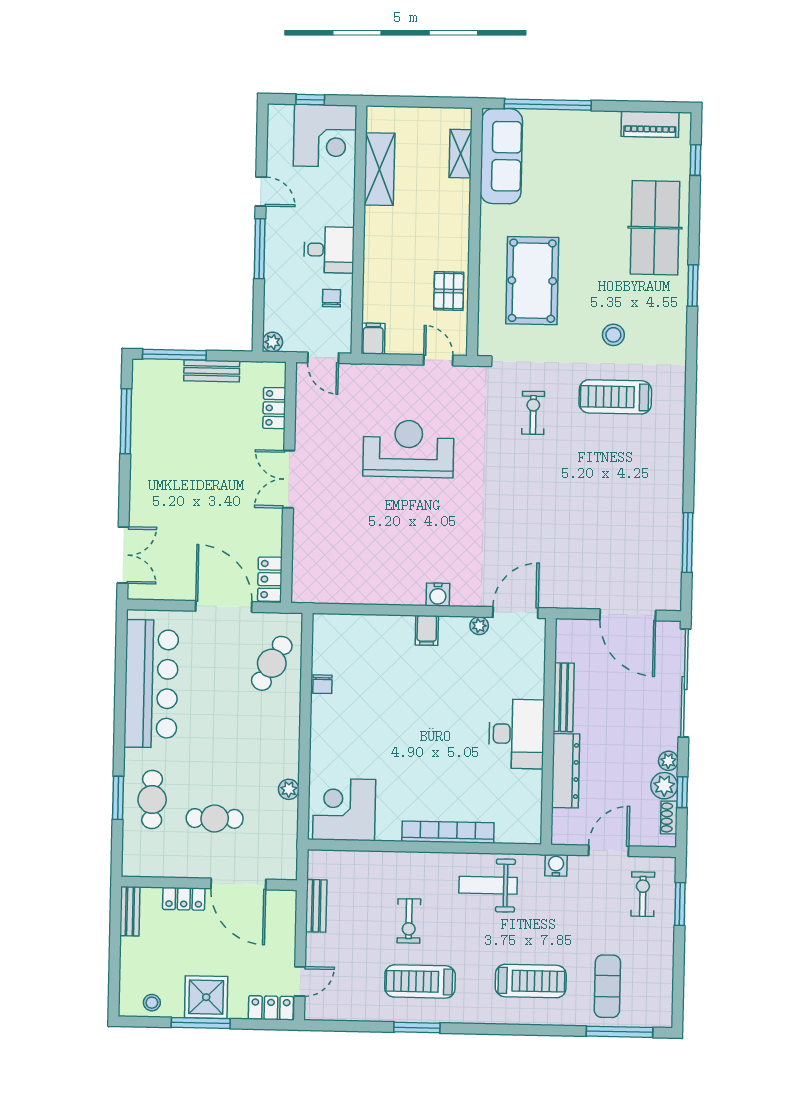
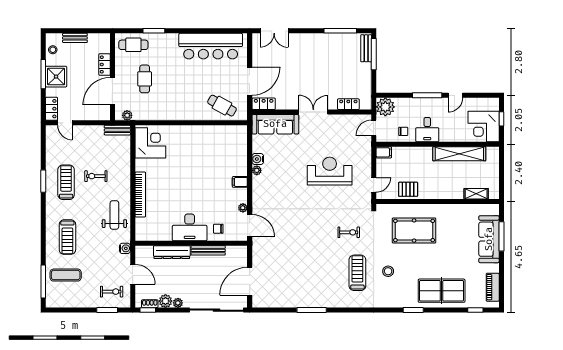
window: (548, 105) -> (501, 236), width x0.68
sofa: (501, 156) -> (489, 239), moved, turned 90
shelving: (380, 169) -> (459, 154), width x1.47
plant: (272, 342) -> (385, 107), width x1.88, depth x1.88
bench: (212, 371) -> (366, 48), moved
reception desk: (408, 449) -> (330, 171), turned -90
window: (687, 543) -> (312, 310), moved
sofa: (312, 556) -> (275, 124), added
water cooler: (438, 595) -> (258, 159), moved
plant: (404, 596) -> (257, 170), added
chair: (322, 684) -> (218, 229), moved
plant: (289, 789) -> (127, 115), moved
window: (682, 792) -> (148, 310), moved
cafe table: (152, 800) -> (133, 45), moved
bench: (316, 906) -> (117, 130), moved
bench: (130, 911) -> (75, 38), moved

